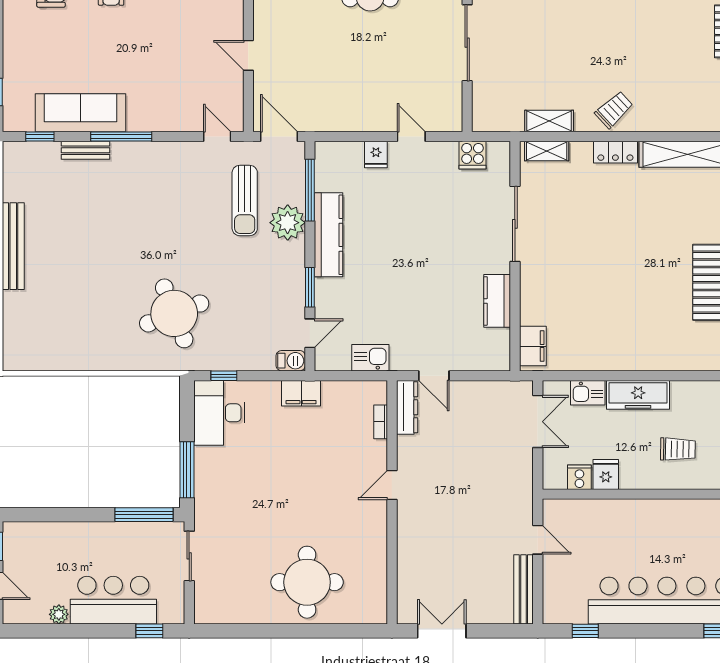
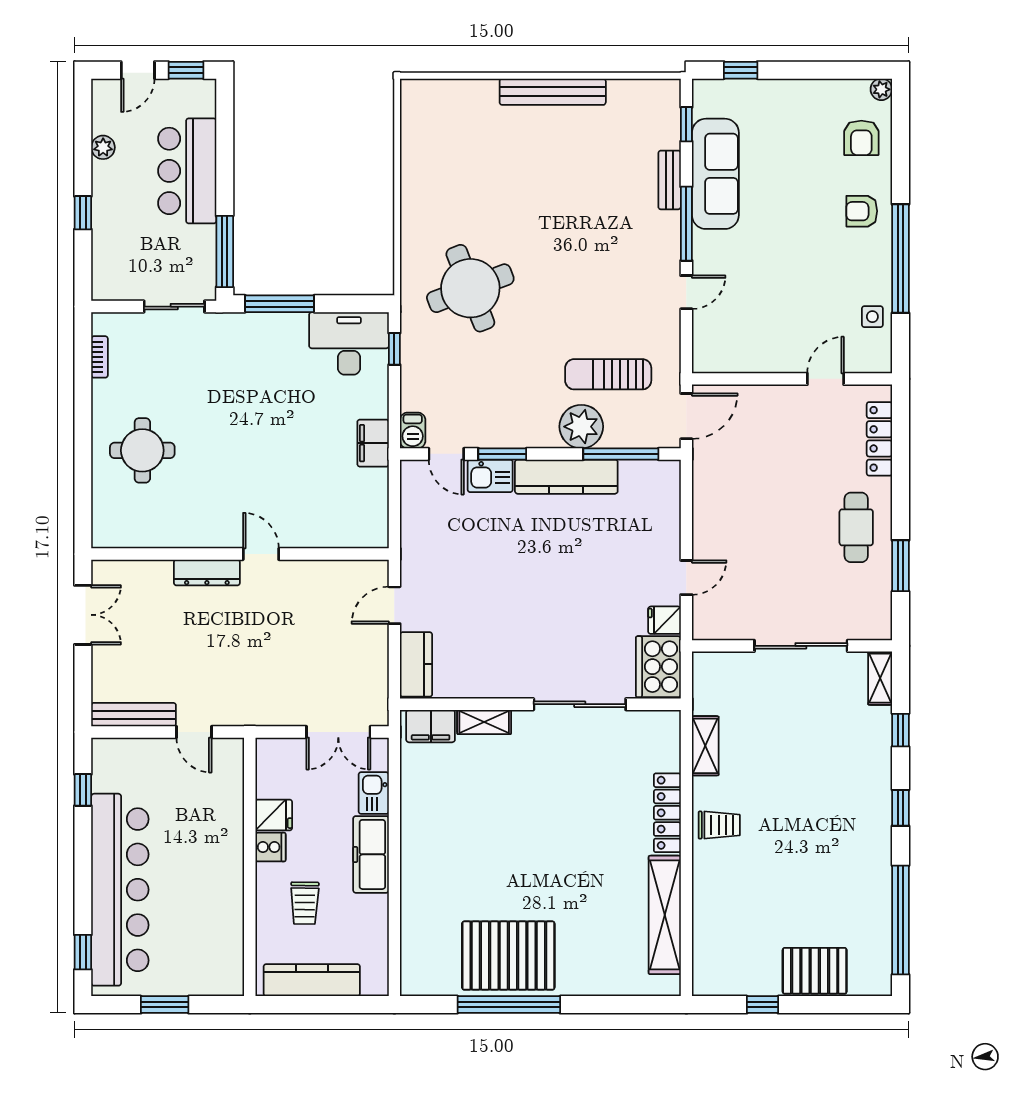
door: (248, 55) -> (825, 379), moved
trolley: (614, 110) -> (719, 825), turned -47
door: (217, 136) -> (686, 292), moved
shelving: (547, 151) -> (484, 722), moved, turned 90
locker: (615, 152) -> (667, 813), width x1.53
fridge: (376, 154) -> (664, 620), moved
cooker: (473, 155) -> (658, 667), width x1.87, depth x1.31
kitchen counter: (497, 301) -> (416, 664), moved, turned 90
kitchen sink: (370, 358) -> (490, 476), moved, turned 90
dresser: (407, 407) -> (207, 573), moved
bookcase: (381, 422) -> (100, 357), moved, turned 90
cooker: (579, 477) -> (270, 847), moved
door: (538, 540) -> (194, 732), hinge flipped
round table: (307, 582) -> (142, 450), width x0.73, depth x0.73
bar counter: (113, 600) -> (187, 171), moved, turned 180
window: (149, 631) -> (83, 213), moved

